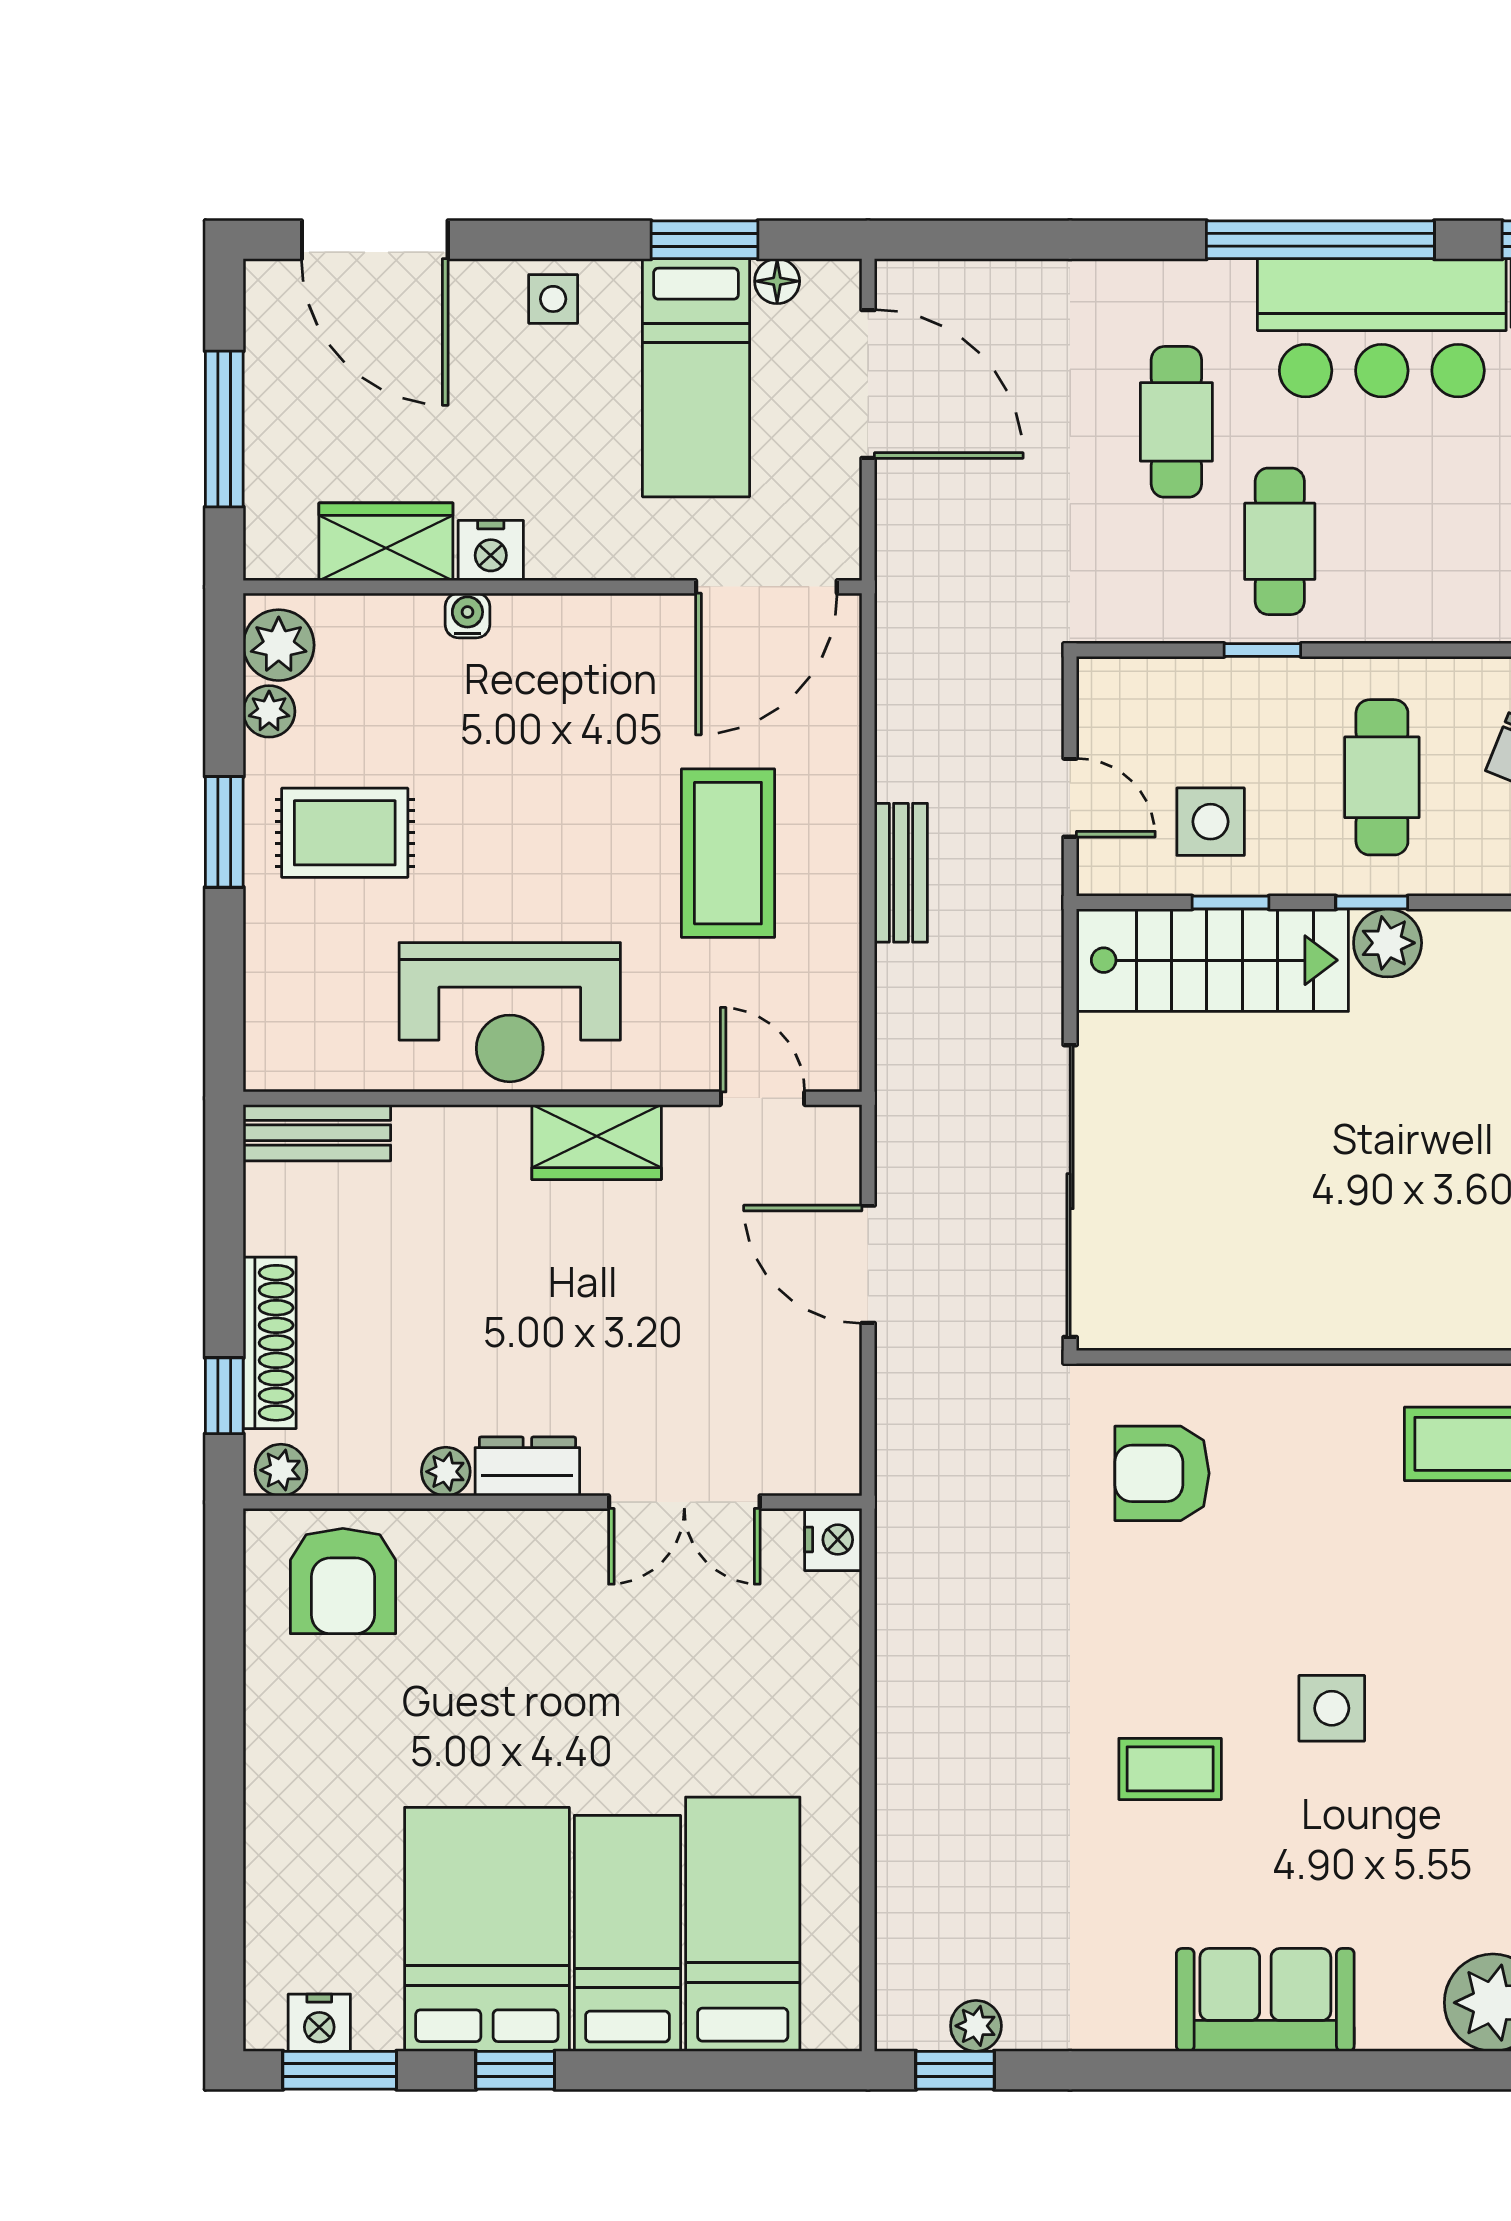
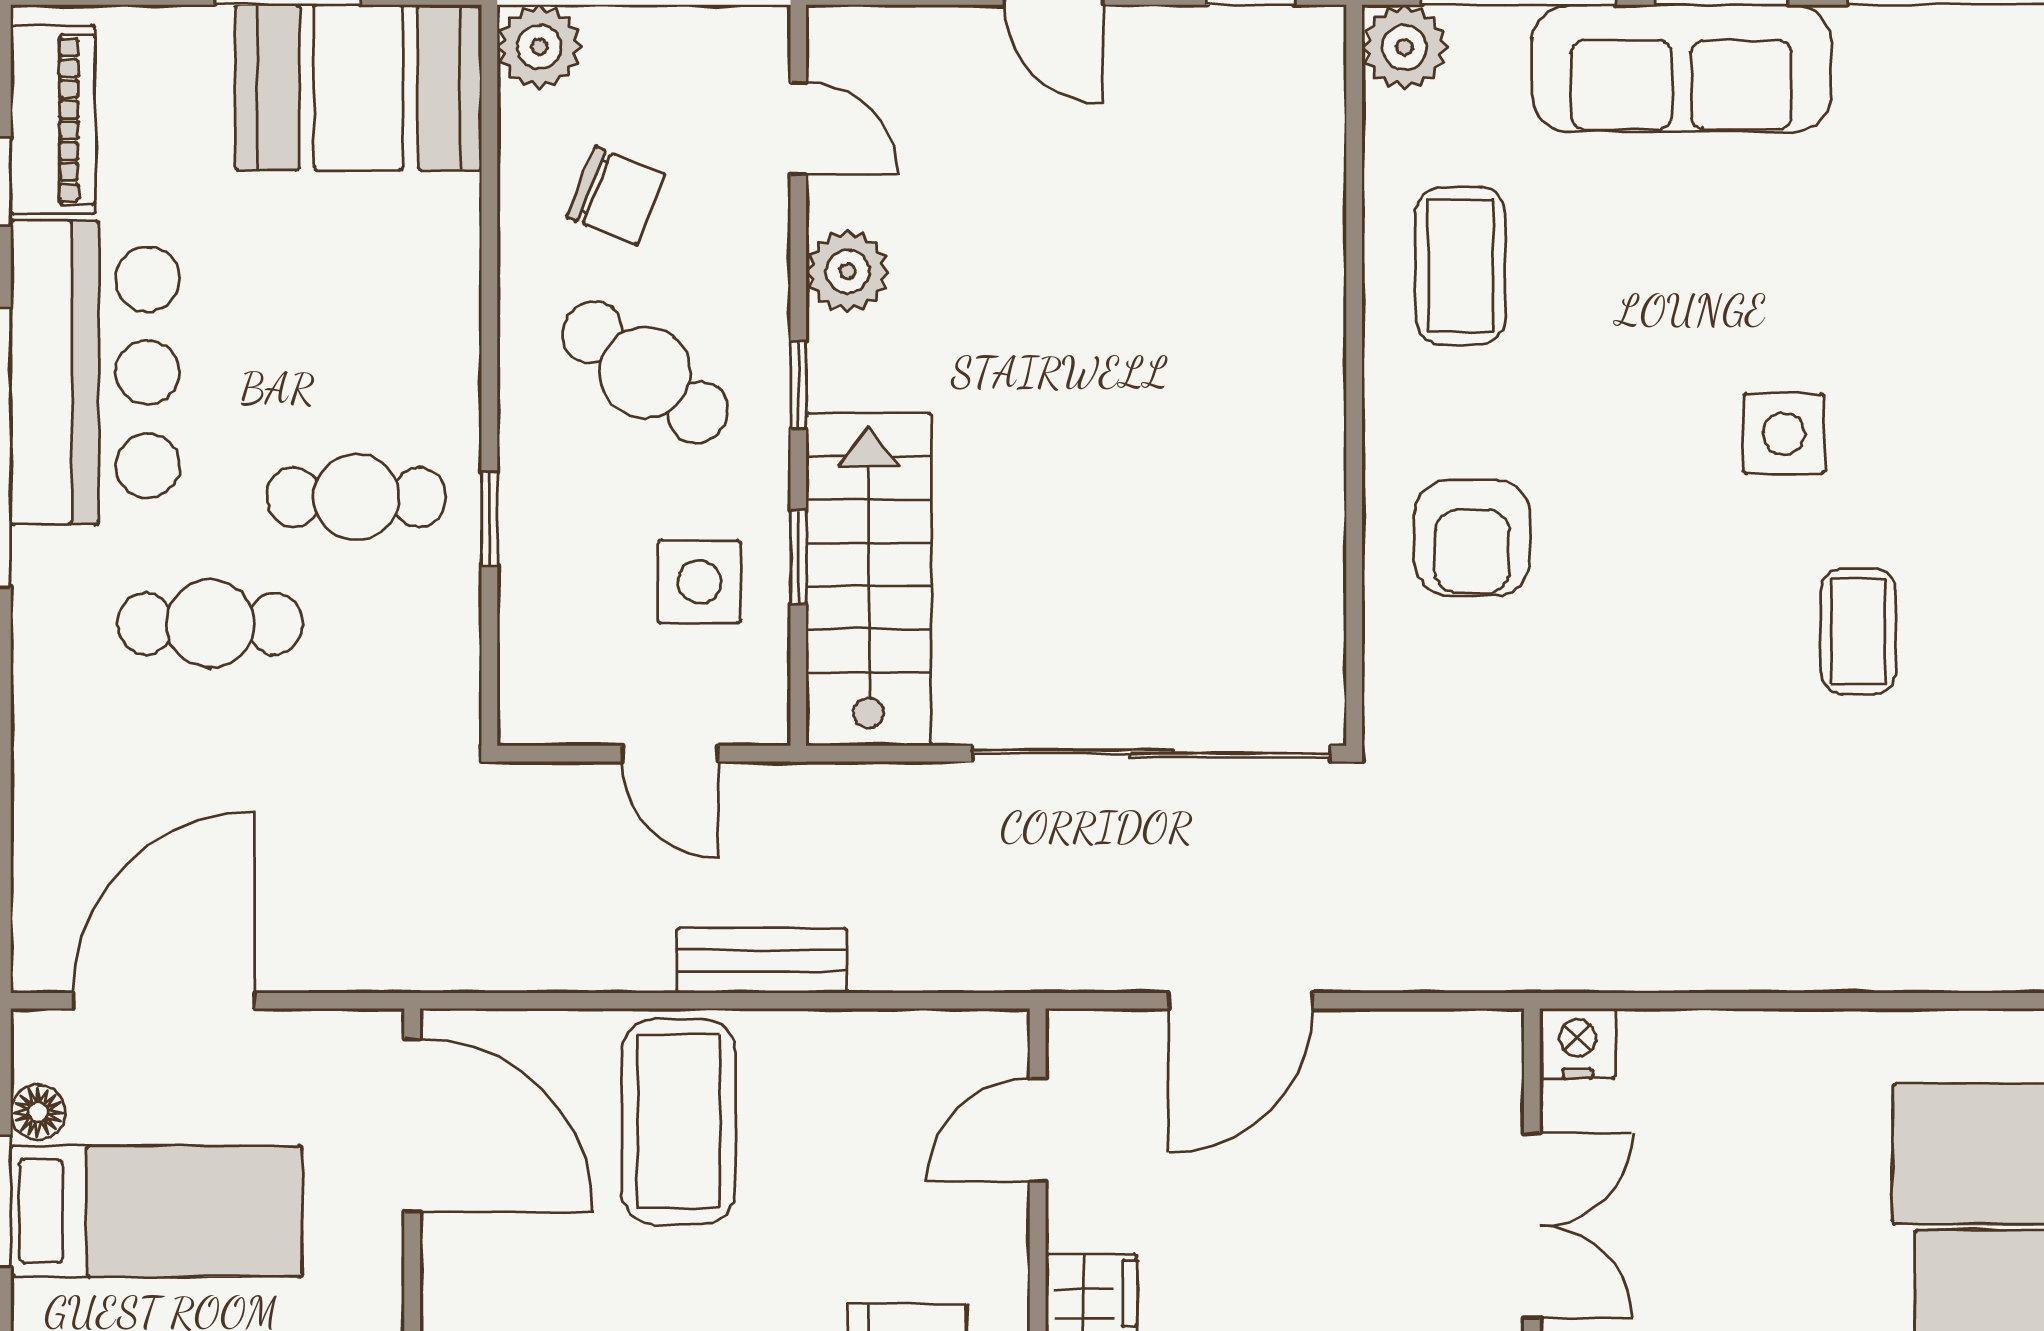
cafe table: (1382, 777) -> (645, 372), turned 37
door: (1070, 798) -> (670, 754), swing flipped
coffee table: (728, 853) -> (679, 1122), moved, turned 90
plant: (1388, 943) -> (848, 271), moved
armchair: (1162, 1473) -> (1472, 538), moved

